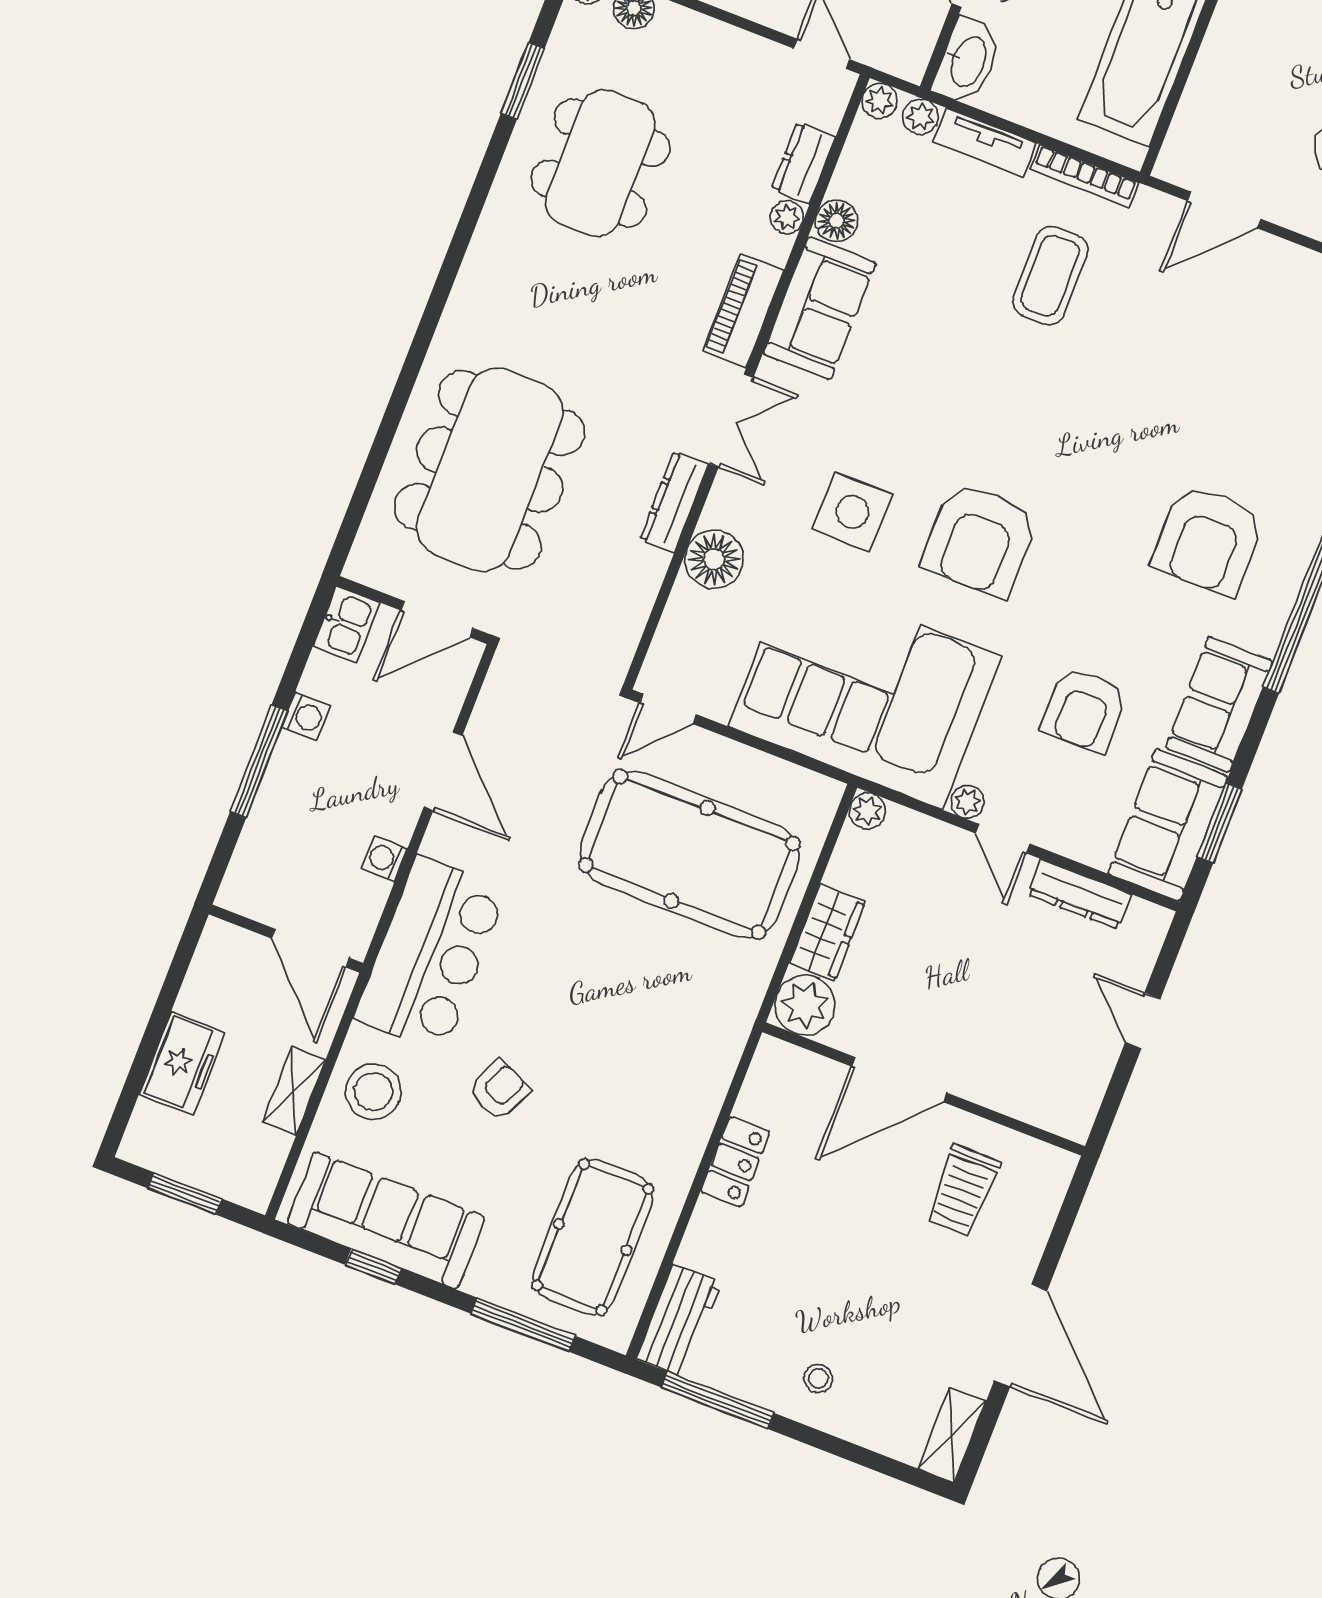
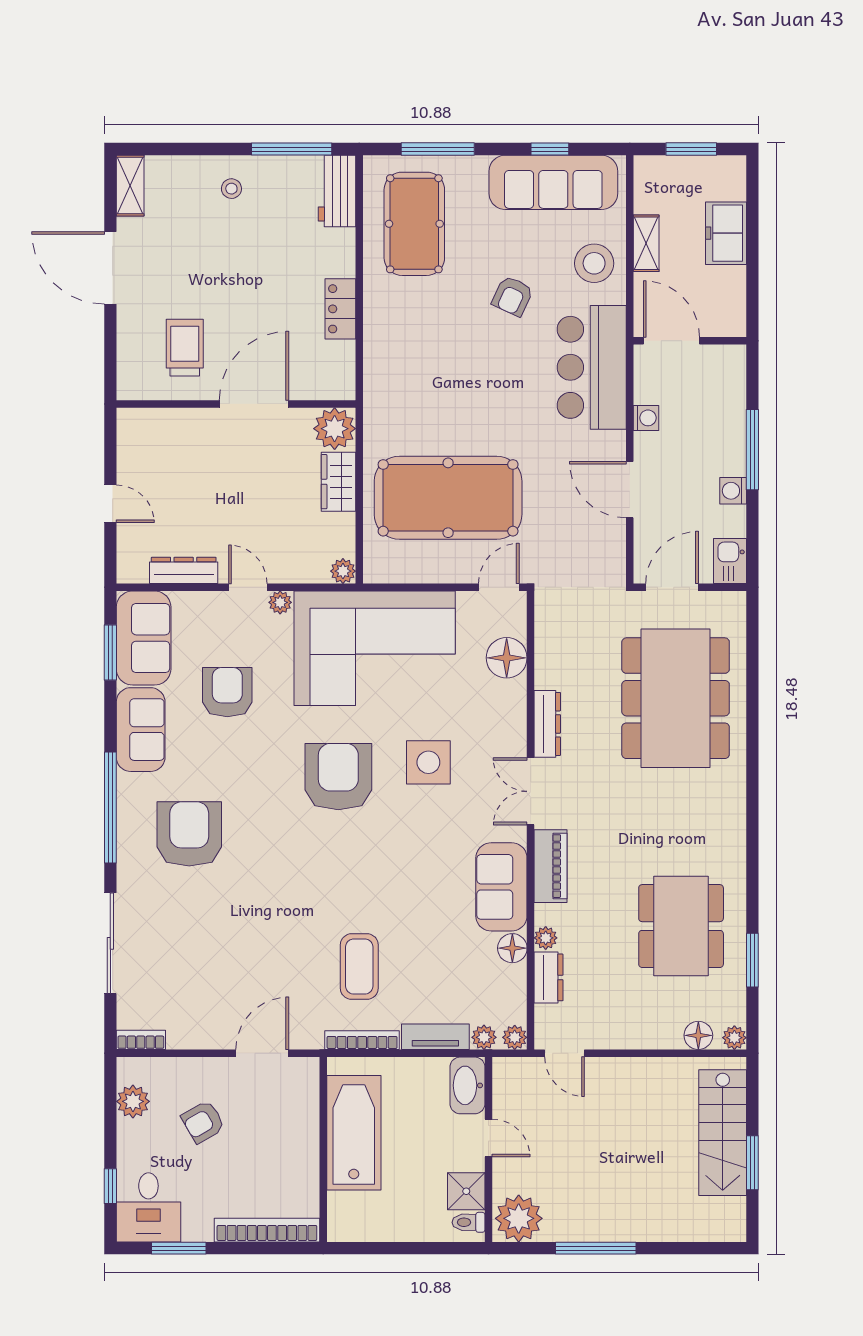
floor lamp: (714, 559) -> (507, 658), moved

